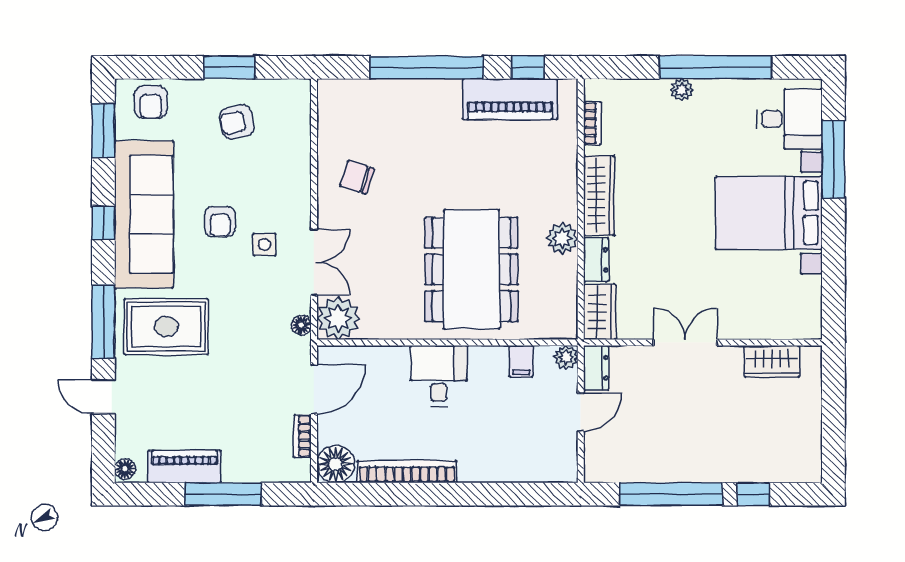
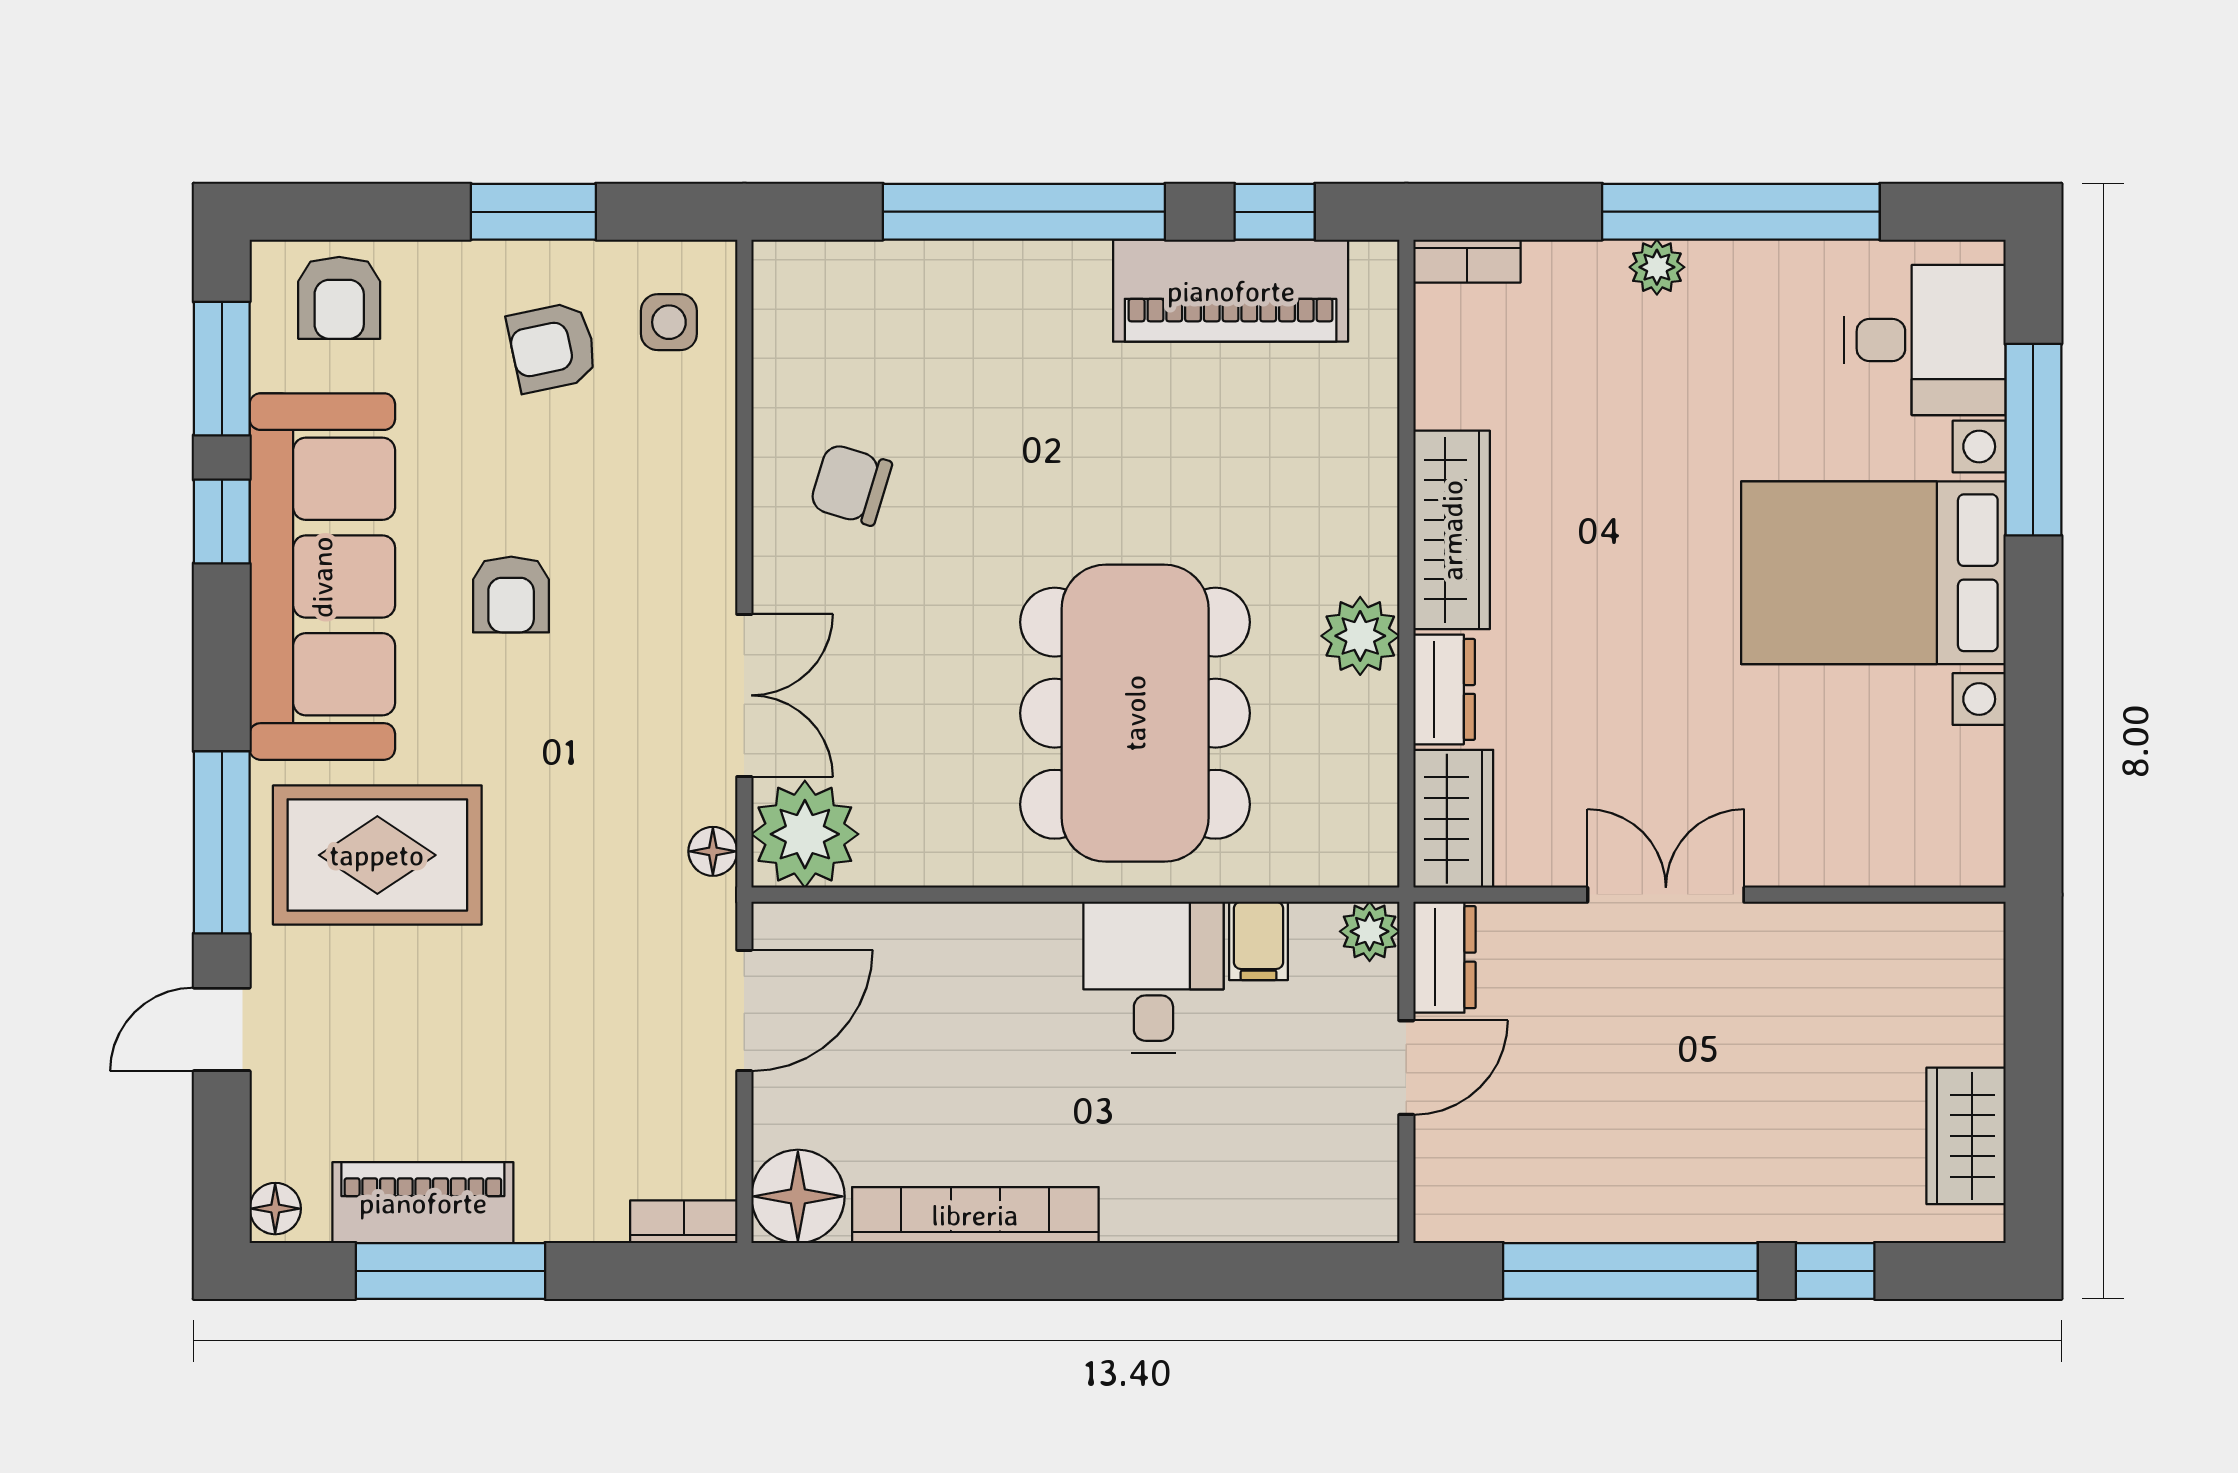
bookcase: (592, 123) -> (1467, 261), moved, turned 90
window: (103, 223) -> (222, 521), moved
side table: (264, 244) -> (669, 322), moved
wardrobe: (772, 361) -> (1966, 1136), moved, turned 90
desk: (439, 376) -> (1153, 977), moved
door: (103, 397) -> (222, 1029), hinge flipped
bookcase: (303, 436) -> (684, 1222), moved, turned 90
window: (223, 494) -> (450, 1271), moved

